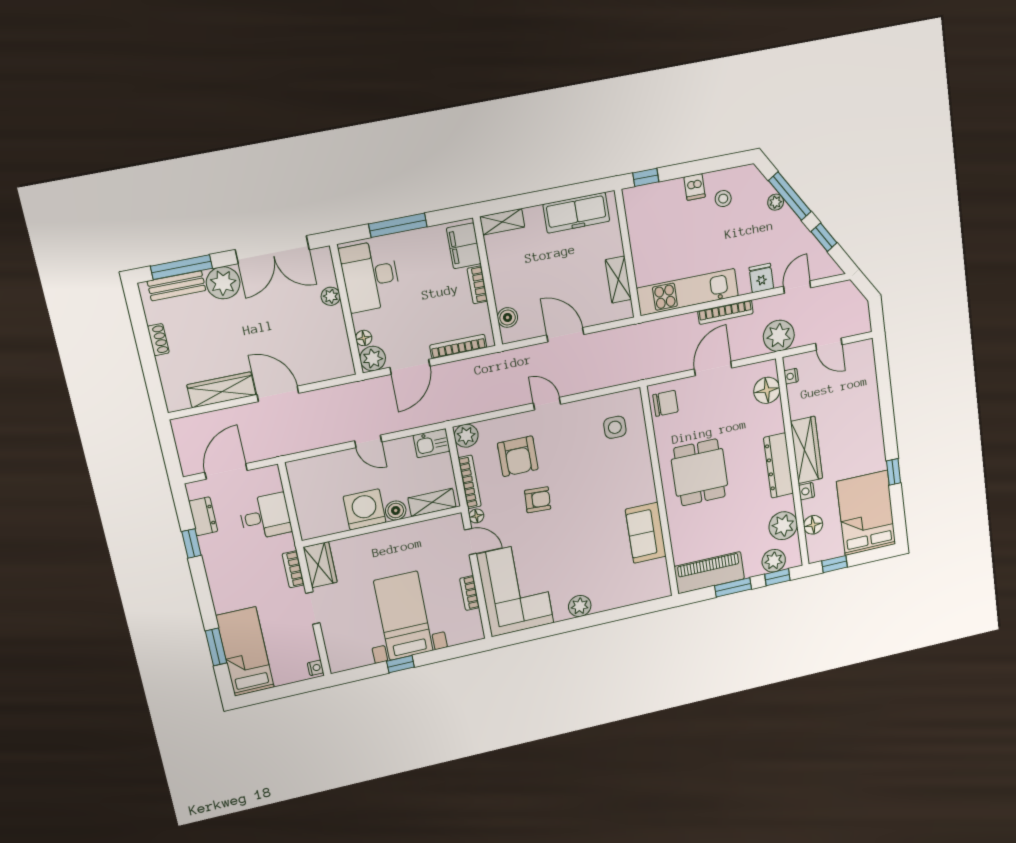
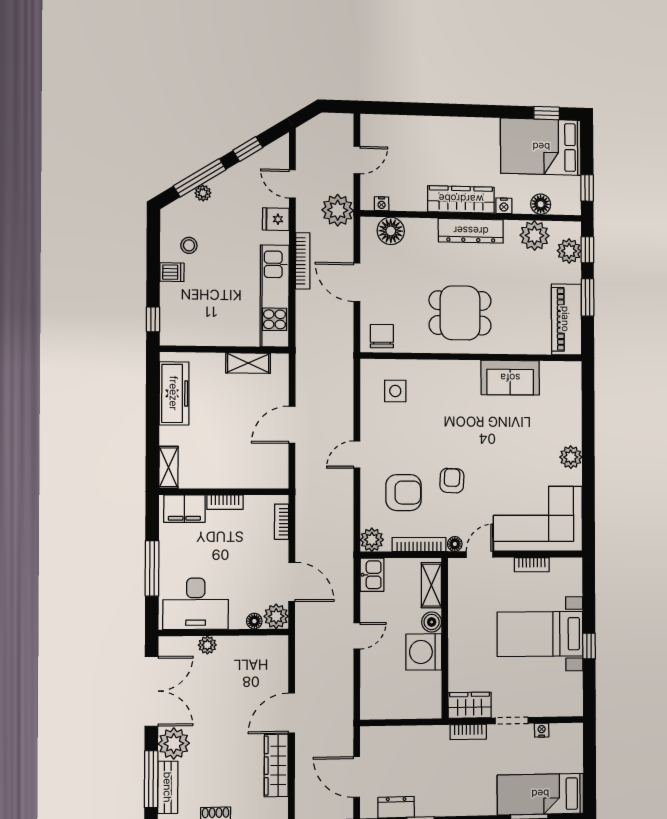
boiler: (508, 318) -> (263, 479), removed
bookcase: (458, 346) -> (282, 522), width x0.64
window: (894, 472) -> (547, 113), moved
desk: (265, 516) -> (410, 748), removed
nightstand: (315, 668) -> (542, 730), moved

